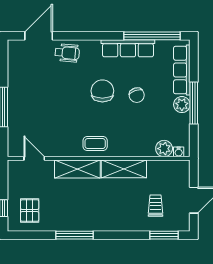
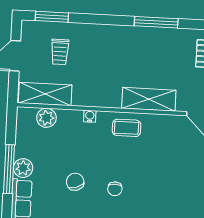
chair: (102, 91) -> (115, 189), width x0.54, depth x0.54
water cooler: (179, 152) -> (90, 116), moved
shelving: (124, 169) -> (45, 94), moved

